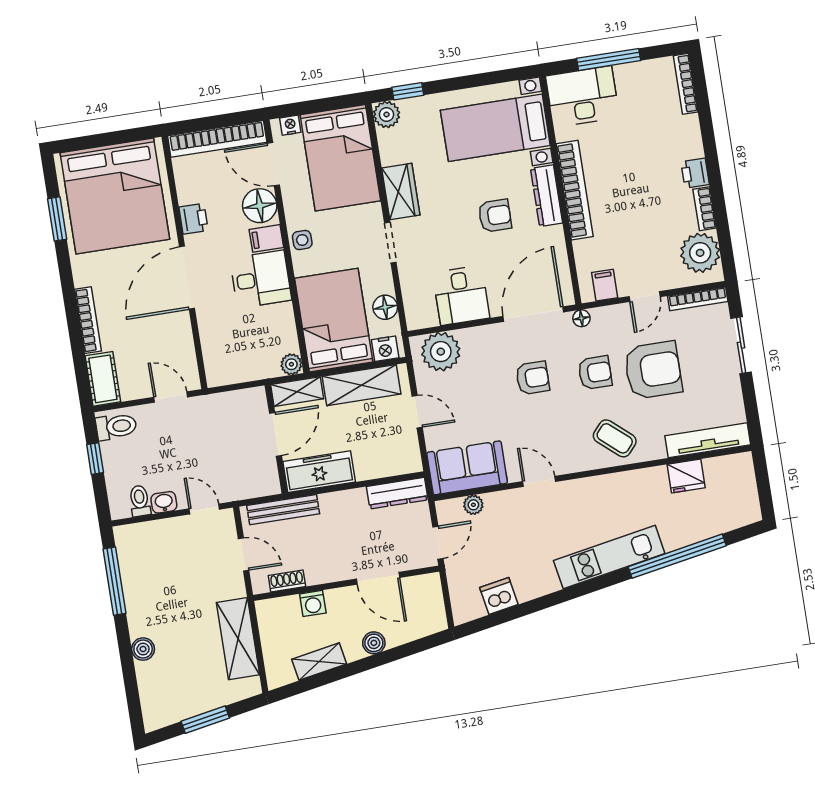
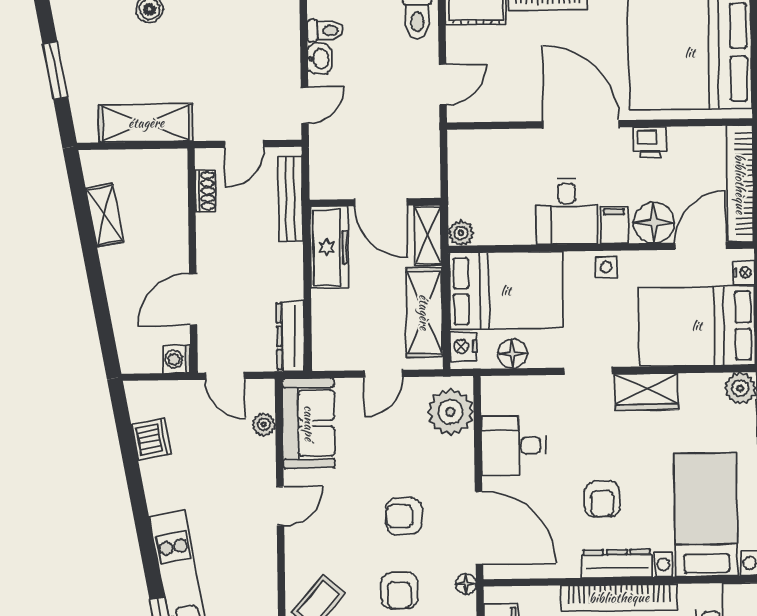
armchair: (533, 378) -> (404, 516), turned 90
washing machine: (313, 603) -> (176, 359), moved
boiler: (374, 643) -> (117, 283), removed

